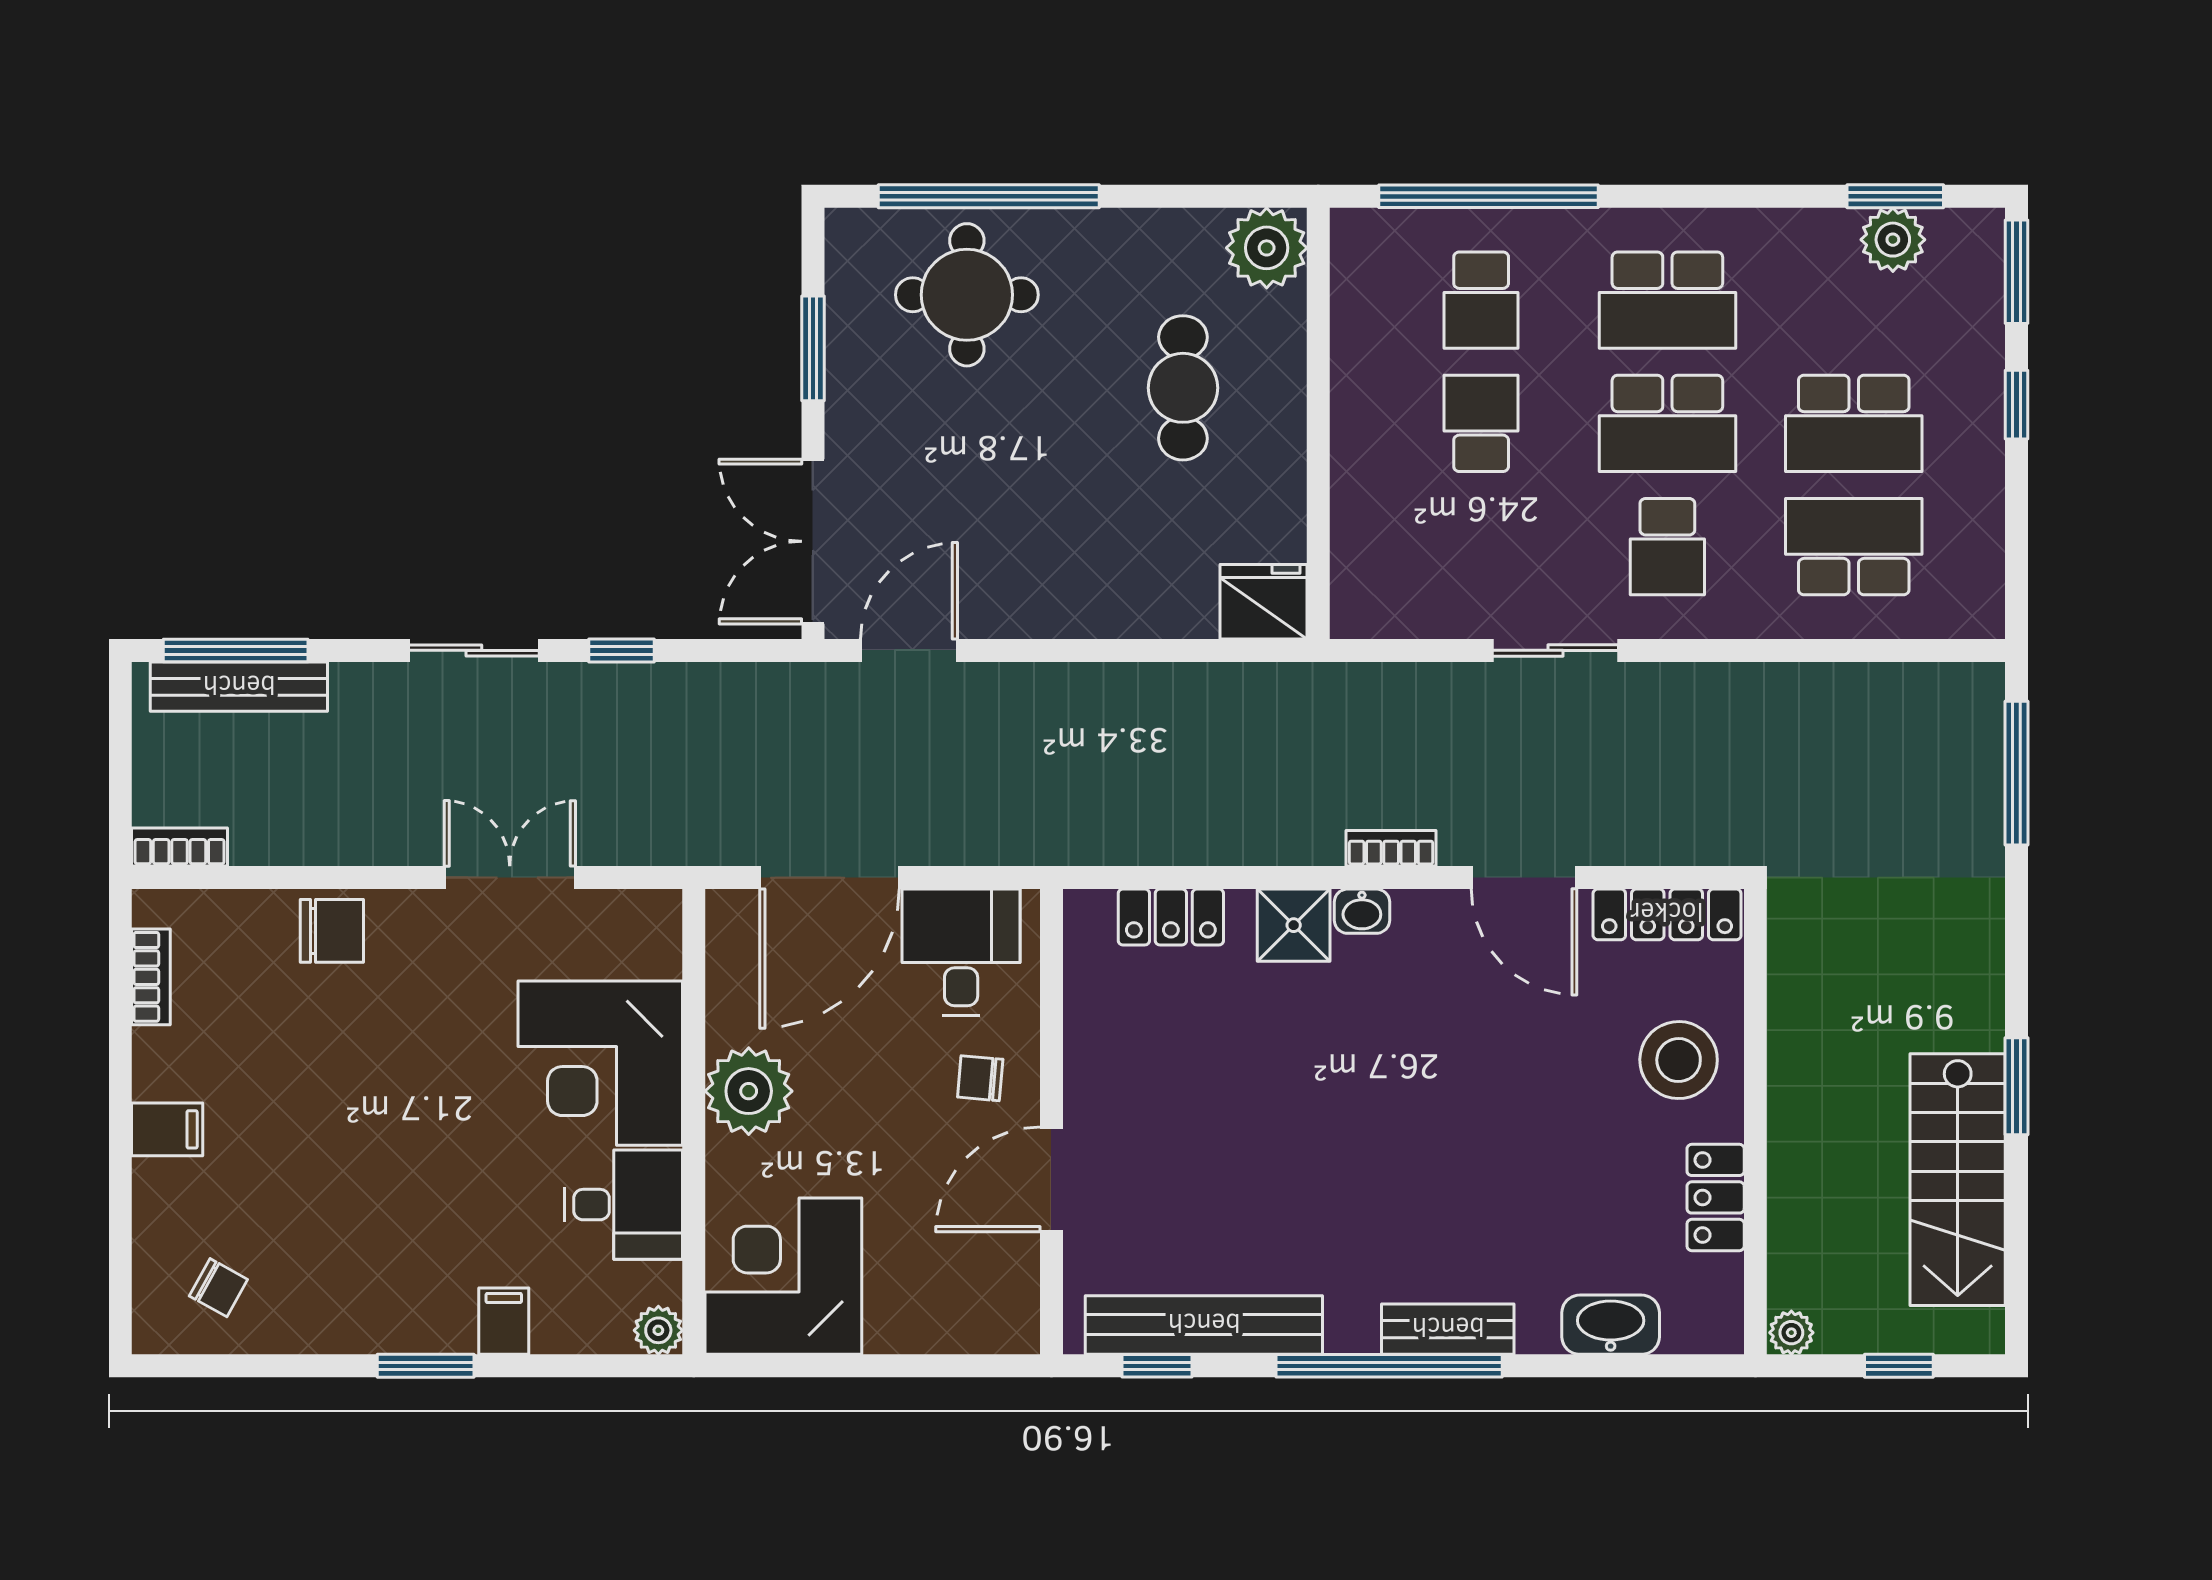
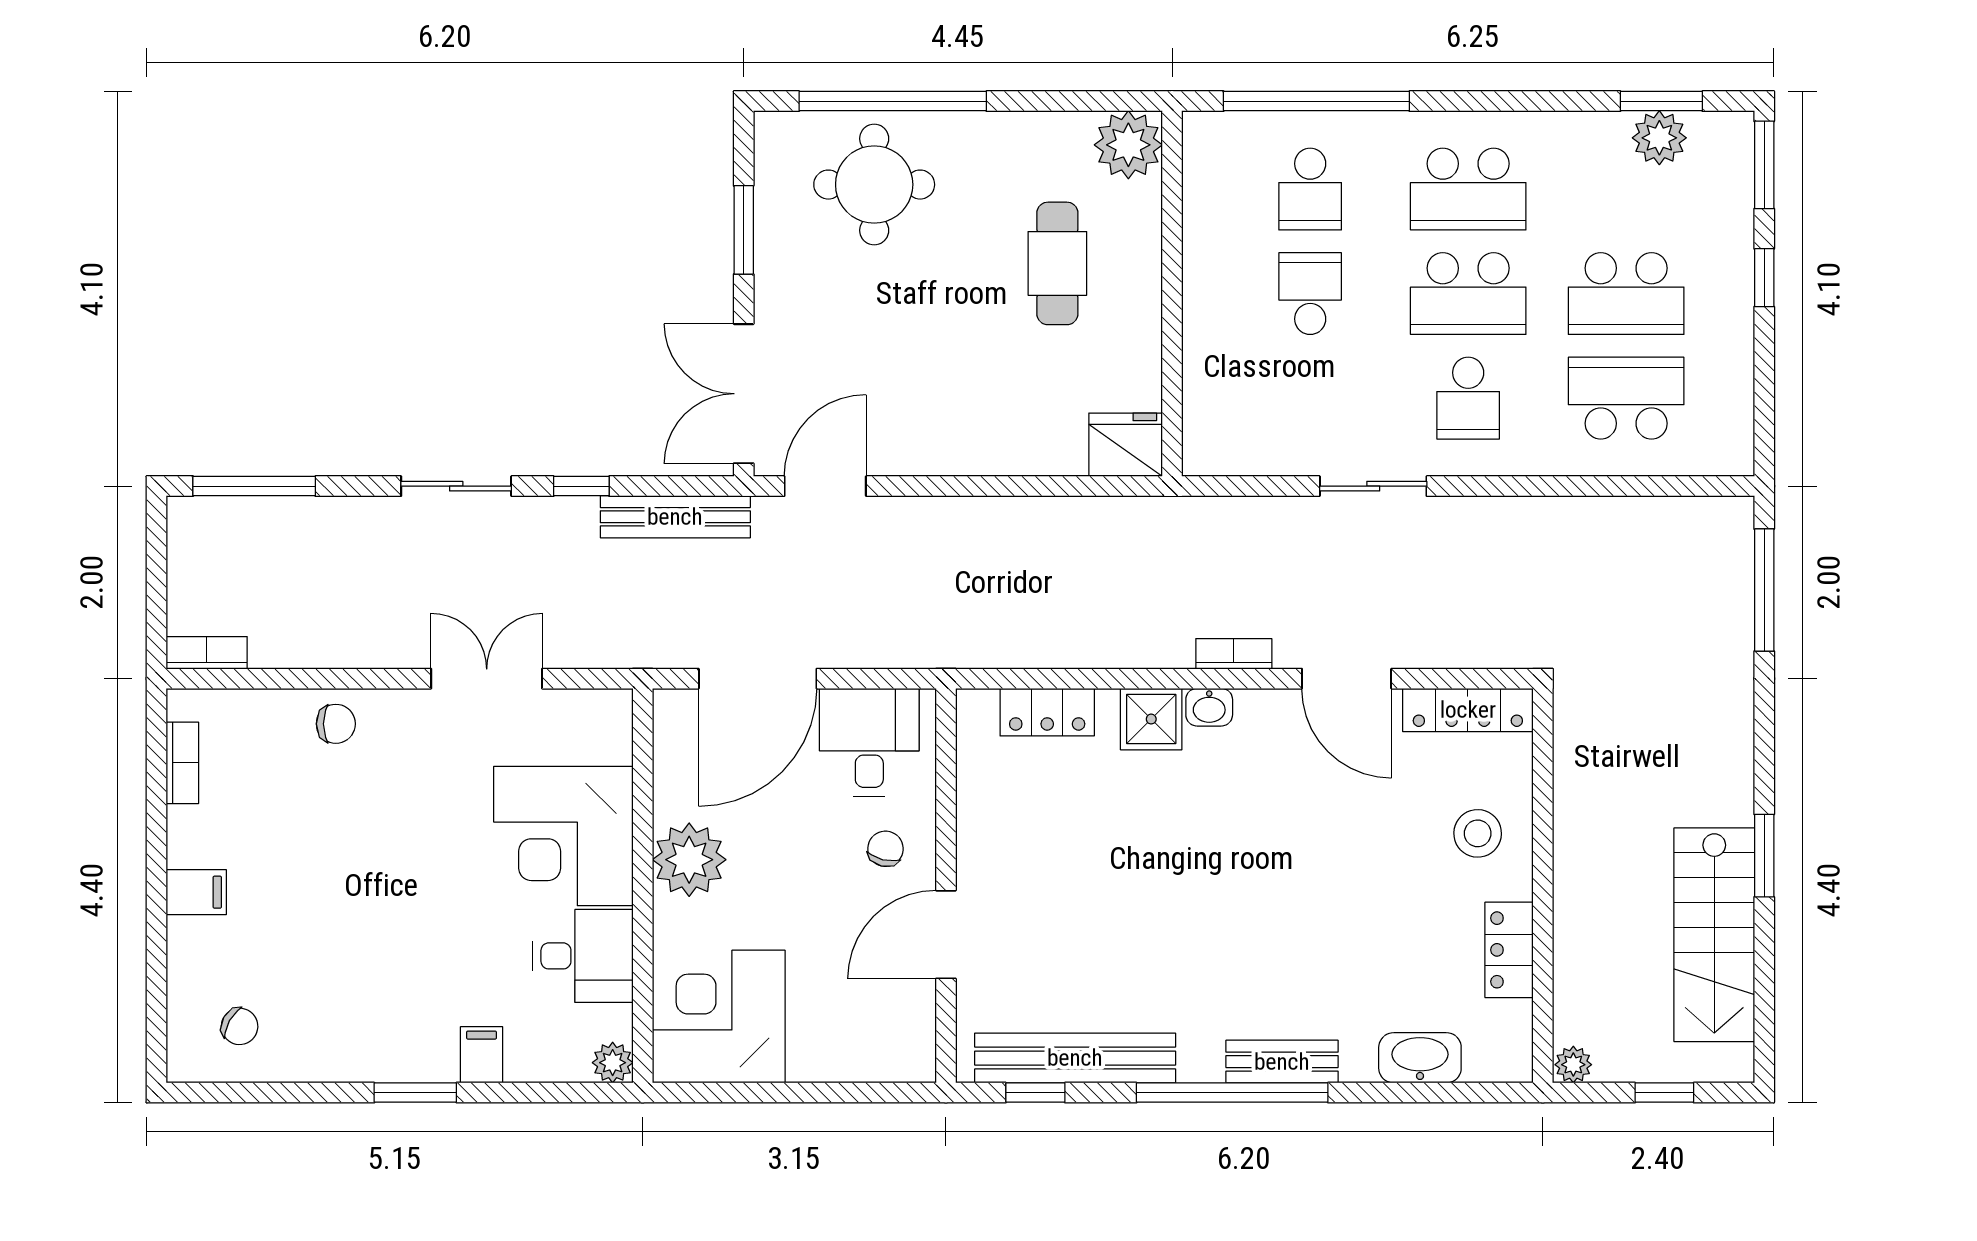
bench: (239, 687) -> (675, 517), moved
chair: (332, 931) -> (336, 724), width x0.73, depth x0.73
stool: (1679, 1060) -> (1478, 833), width x0.73, depth x0.73
chair: (980, 1078) -> (885, 849), turned 99

